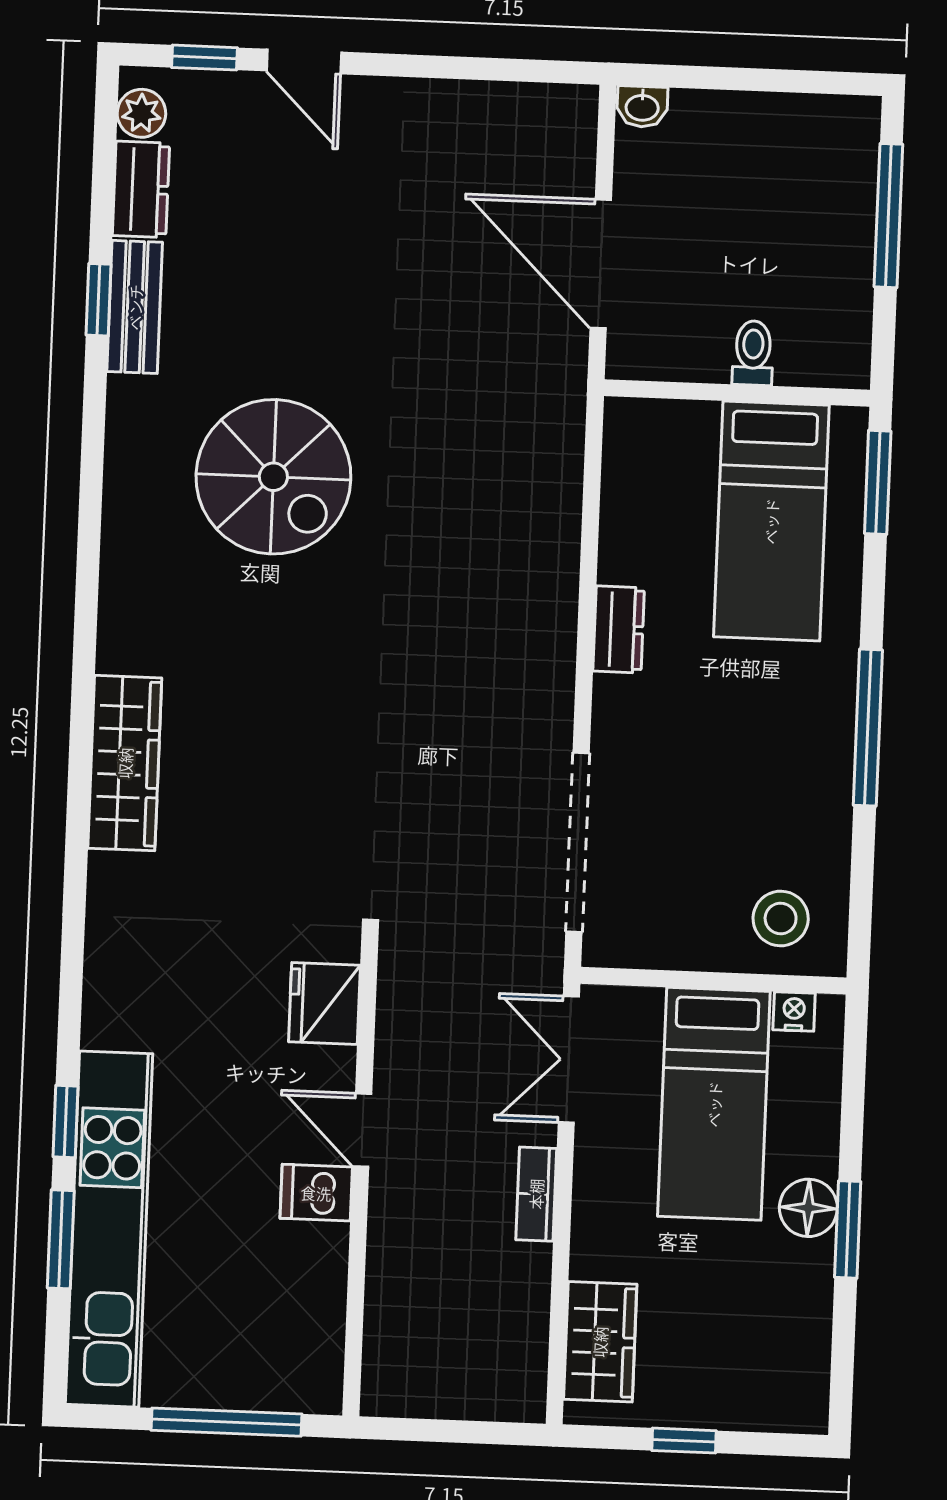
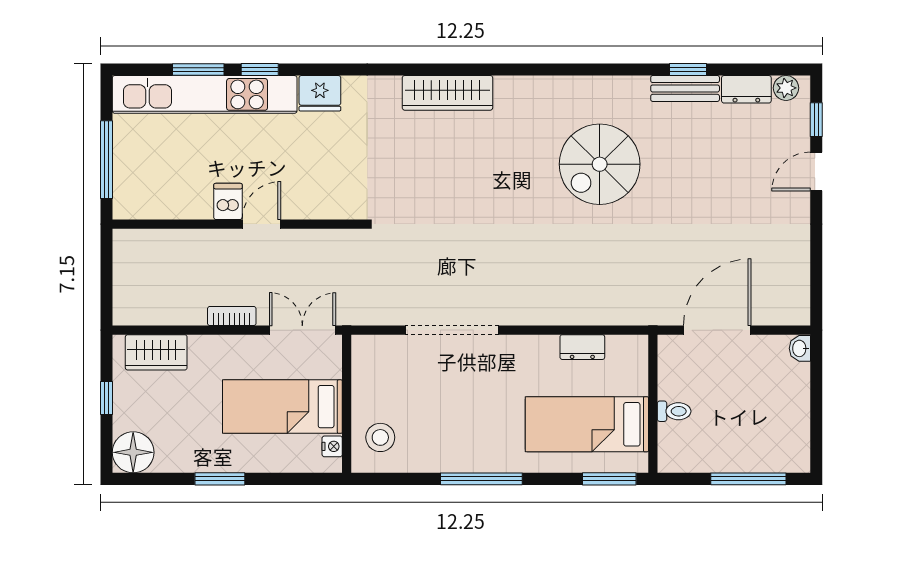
dresser: (619, 629) -> (582, 347), moved
doorway: (578, 842) -> (452, 330), moved
fridge: (324, 1003) -> (320, 93), moved, turned 180
floor lamp: (808, 1208) -> (133, 452), moved, width x1.38, depth x1.38

